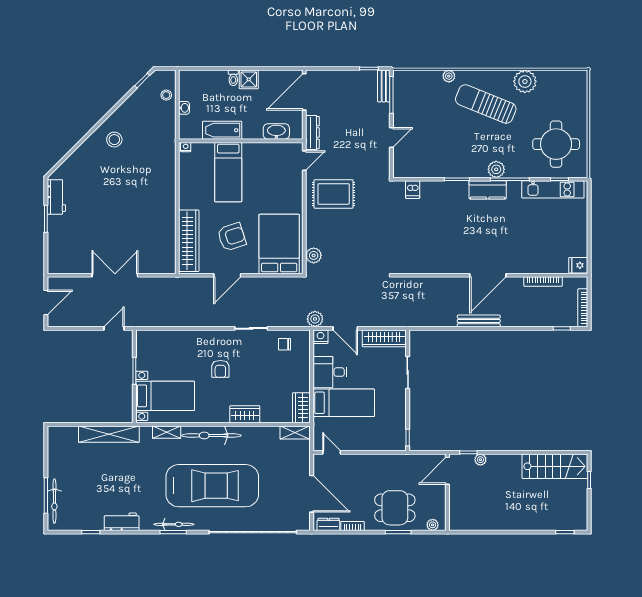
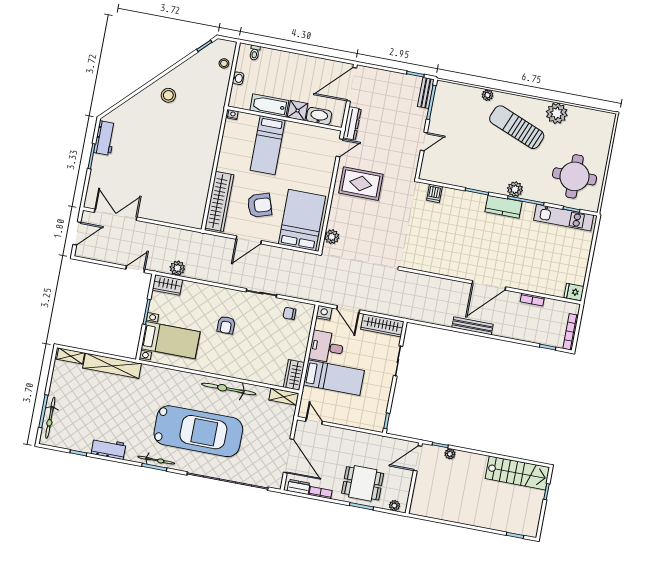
toilet: (233, 78) -> (255, 53), moved
shower: (249, 79) -> (298, 111), moved
double door: (115, 275) -> (116, 215), moved
bookcase: (543, 282) -> (532, 300), width x0.64
plant: (315, 319) -> (177, 268), moved
wardrobe: (245, 414) -> (167, 285), moved, turned 180
shelving: (167, 432) -> (71, 356), moved
bicycle: (211, 435) -> (229, 389), moved

